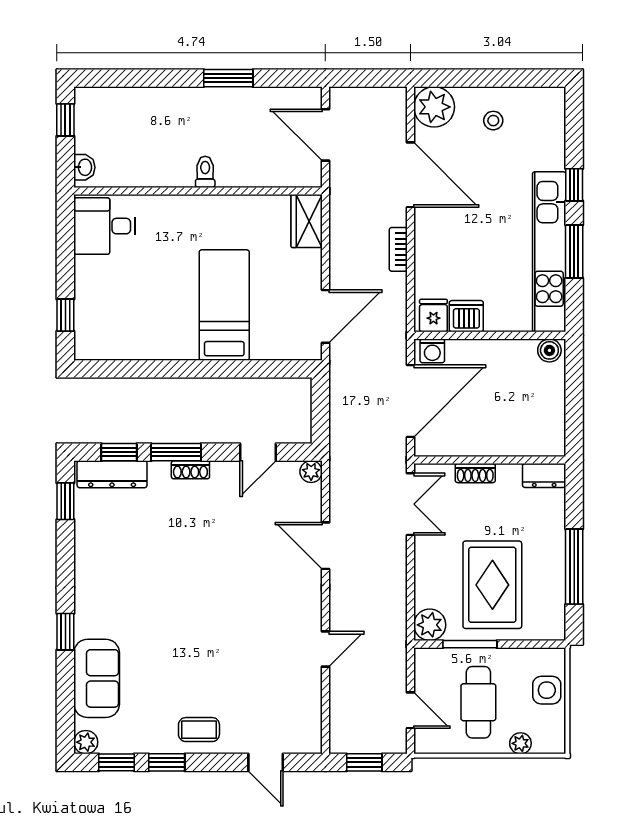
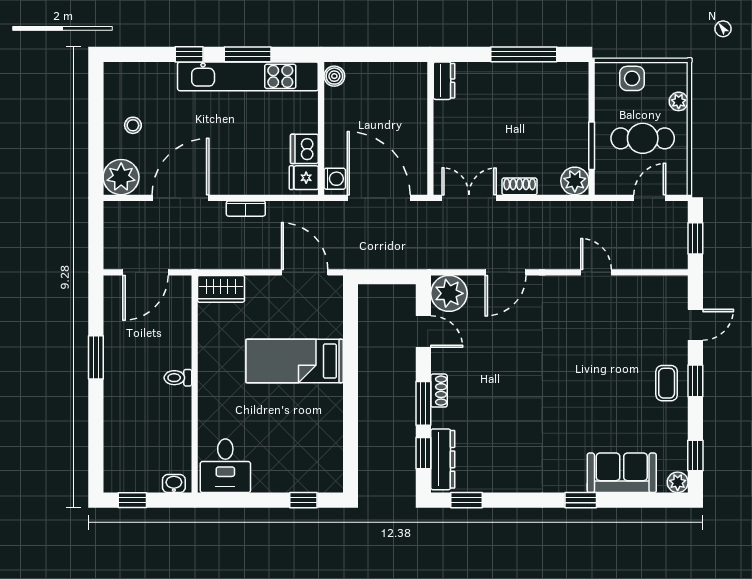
plant: (311, 472) -> (449, 293), width x1.87, depth x1.87
shoe rack: (475, 473) -> (520, 186), moved, turned -90
rug: (492, 585) -> (540, 126), removed
window: (167, 762) -> (695, 381), moved

